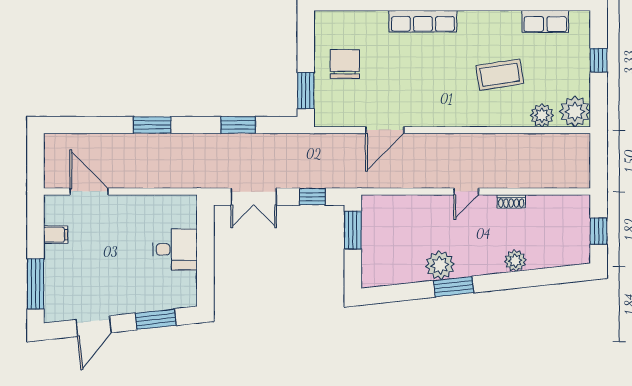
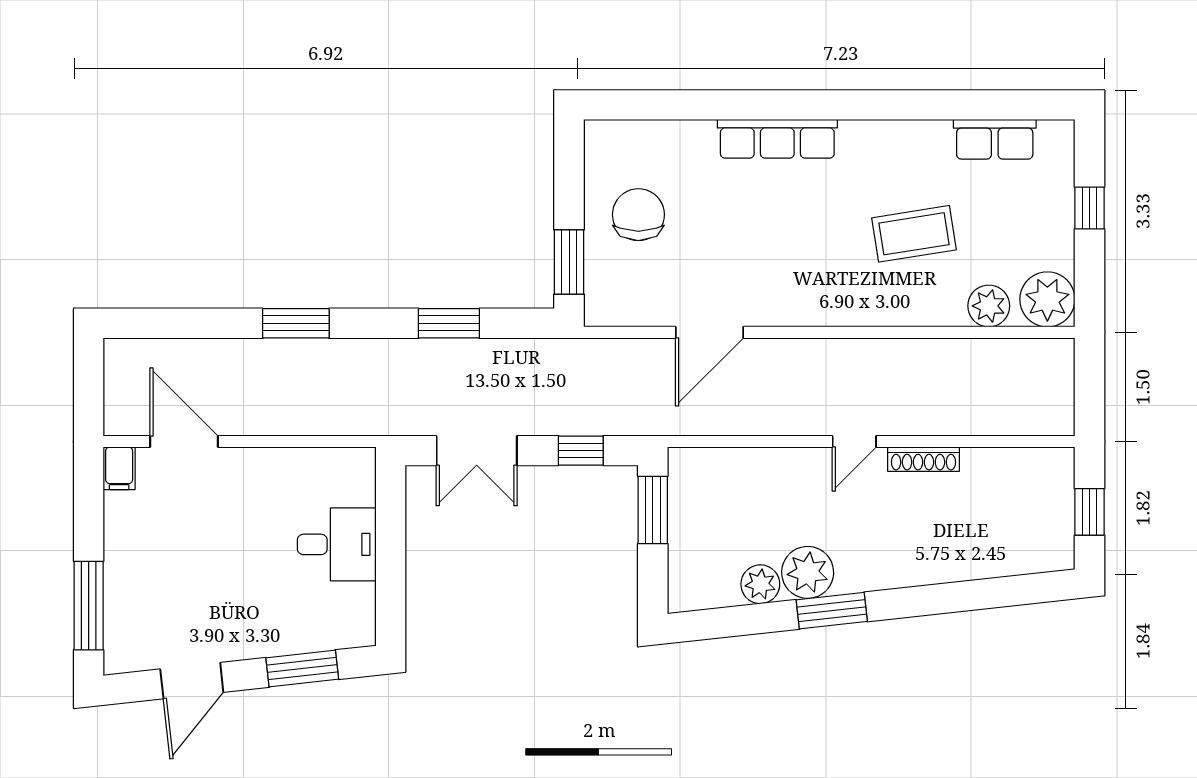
shoe rack: (511, 201) -> (924, 459), width x1.43
filing cabinet: (56, 235) -> (119, 468), moved, turned 90
plant: (515, 261) -> (760, 584), moved

